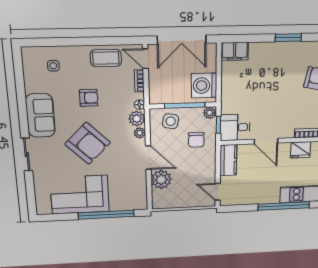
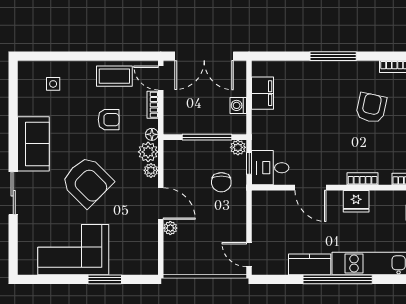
window: (288, 38) -> (333, 56), width x1.44
filing cabinet: (235, 51) -> (263, 93), moved, turned -90
washing machine: (204, 86) -> (238, 105), width x0.53, depth x0.53
armchair: (89, 98) -> (109, 120), moved
side table: (171, 121) -> (189, 157), removed
kitchen counter: (228, 160) -> (310, 264), moved, turned -90
plant: (161, 180) -> (170, 228), width x0.53, depth x0.53
window: (106, 215) -> (105, 279), width x0.47

